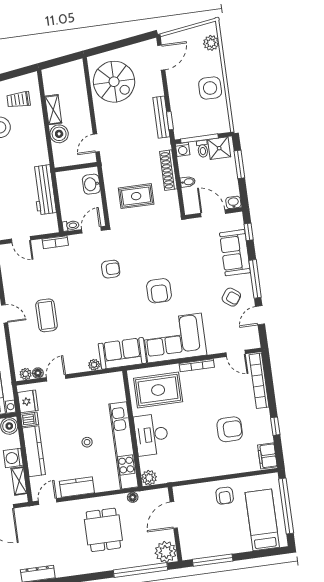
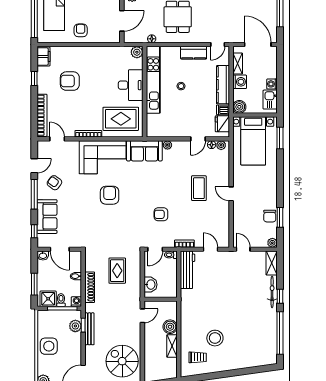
plant: (180, 118) -> (75, 326), added
workbench: (44, 190) -> (188, 270), moved
rug: (136, 196) -> (117, 271), turned 90
armchair: (111, 269) -> (161, 214), moved

